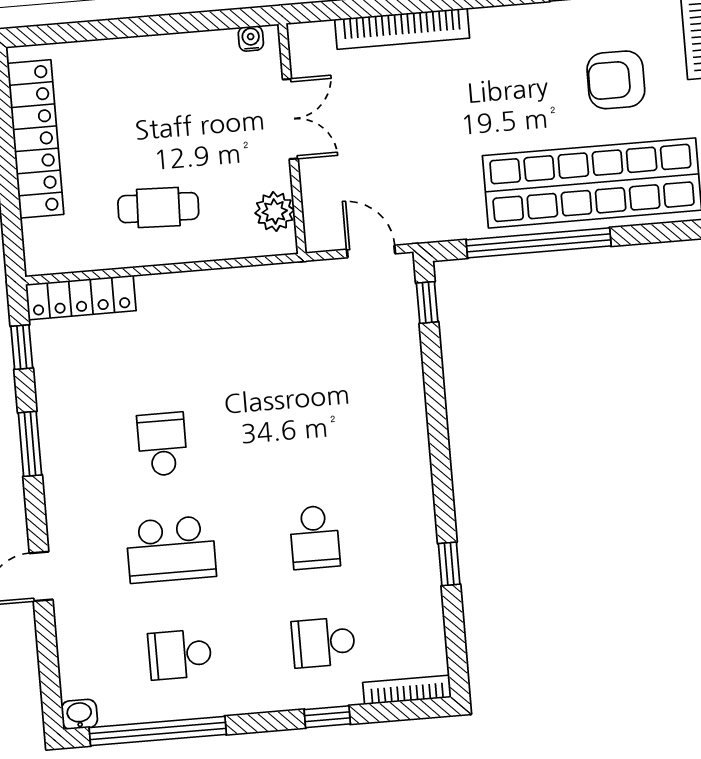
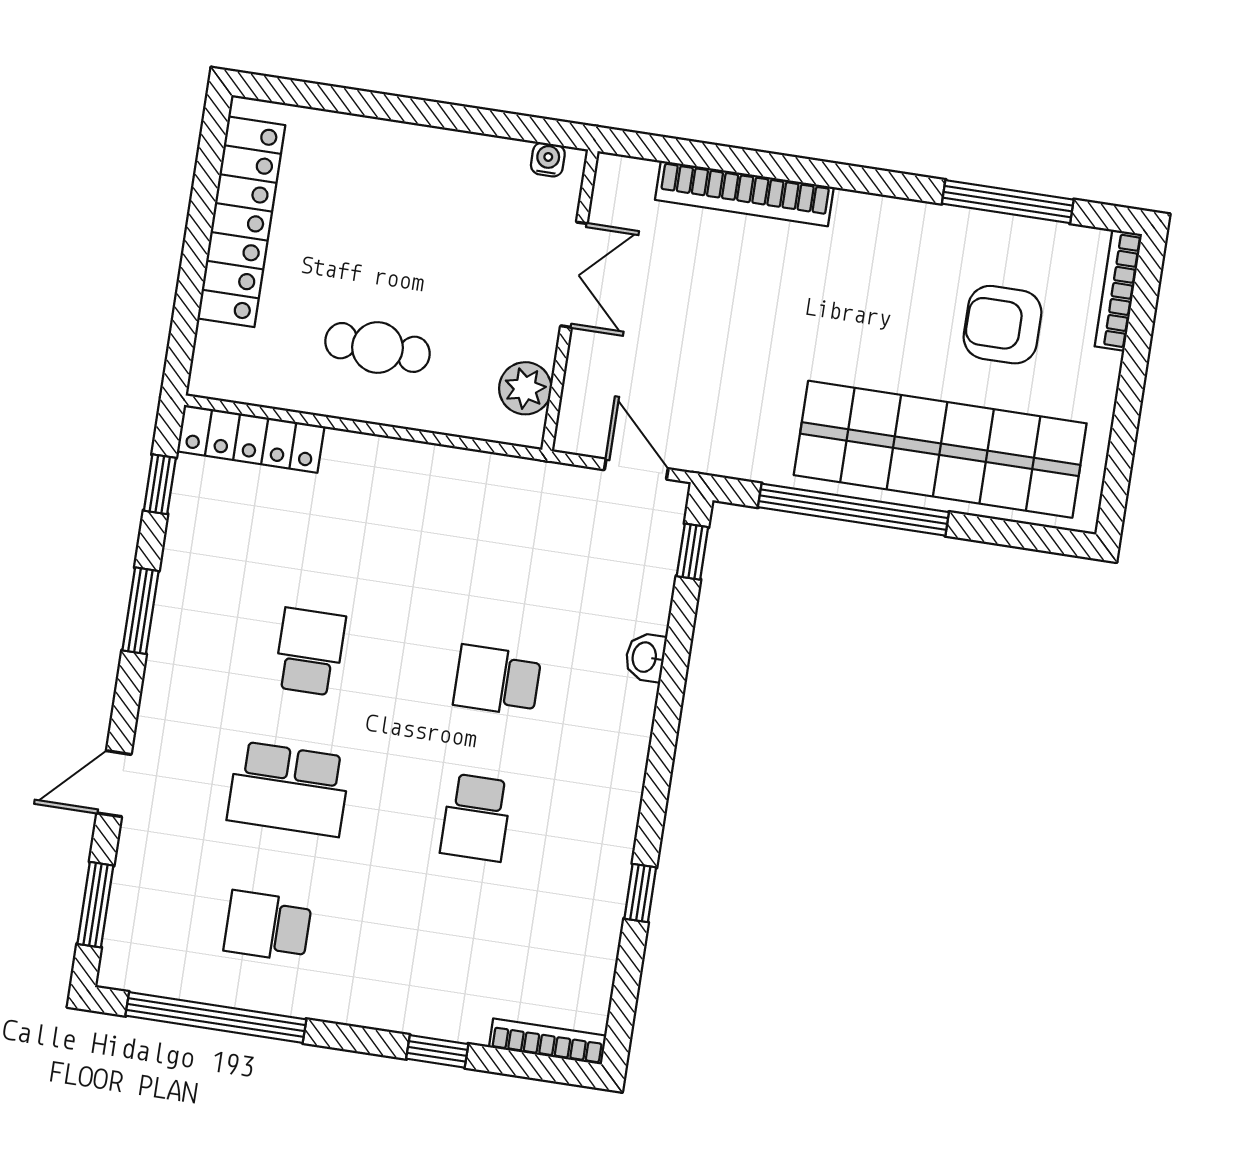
school desk: (323, 642) -> (497, 680), moved
window: (49, 669) -> (95, 905), added
washbasin: (79, 714) -> (645, 657), moved, turned -90

